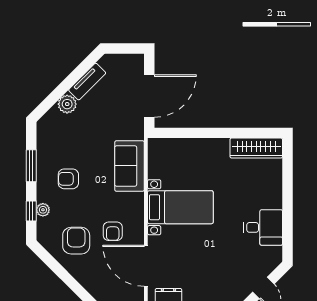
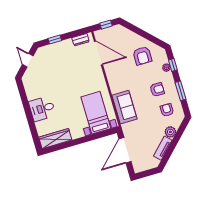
bed with nightstands: (180, 207) -> (96, 113), moved, turned 90
desk: (263, 227) -> (42, 109), moved
armchair: (113, 231) -> (167, 110), moved

